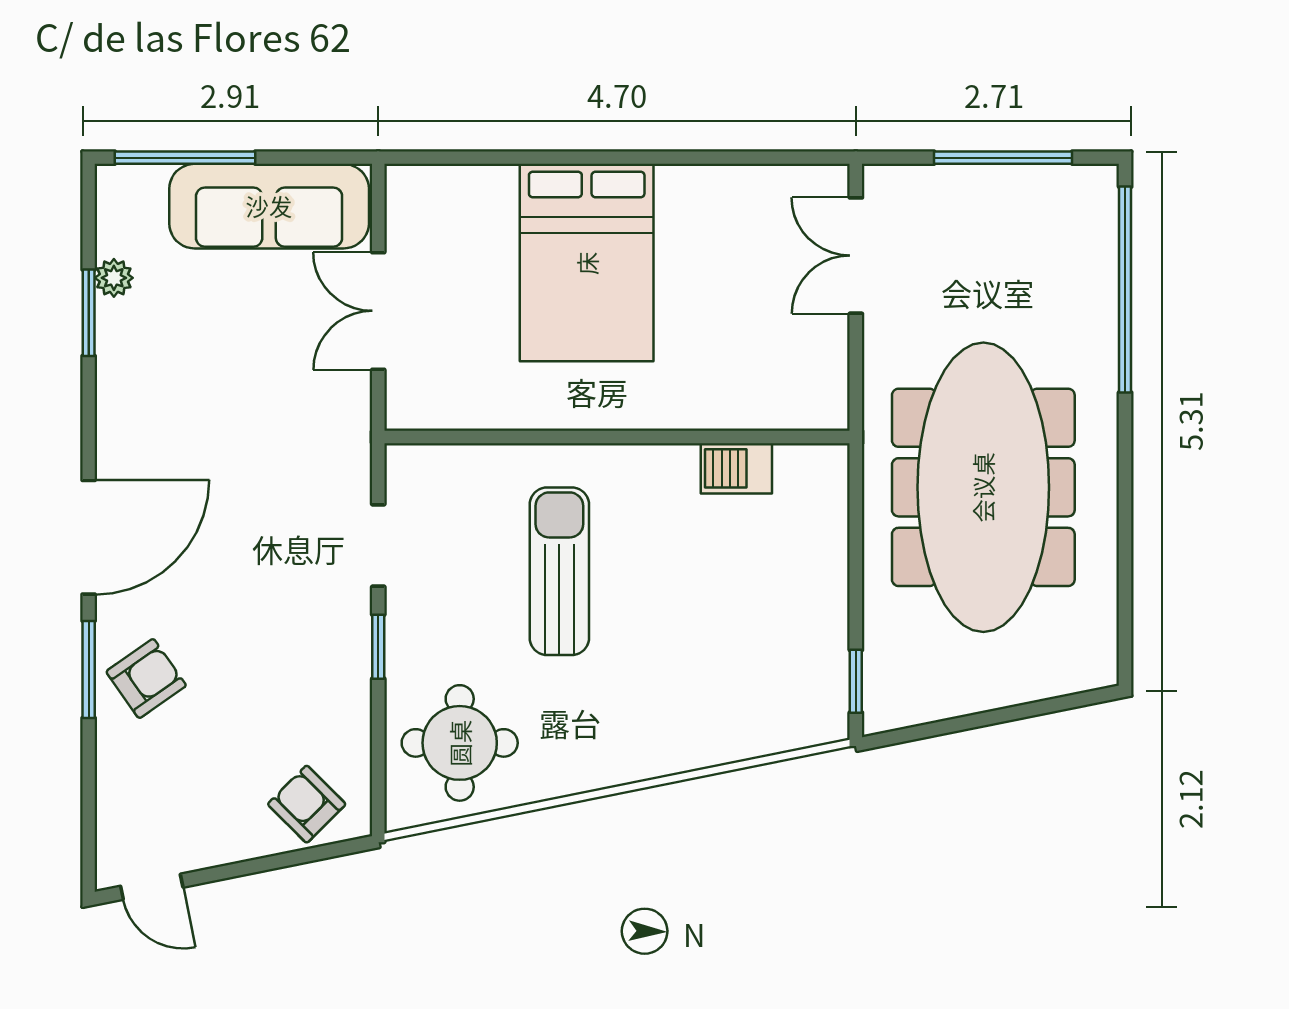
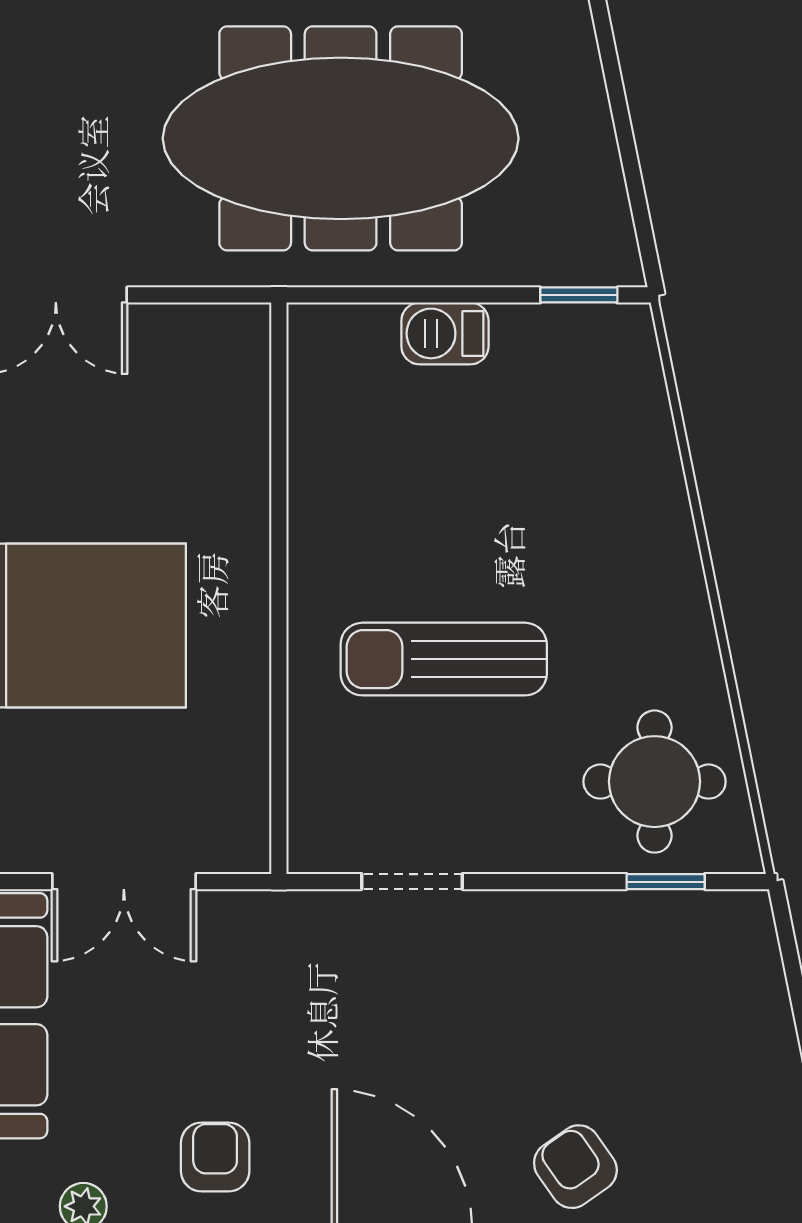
barbecue: (736, 468) -> (445, 333), moved, turned 90
window: (378, 647) -> (666, 882), moved
armchair: (307, 804) -> (215, 1157), moved, turned 135

